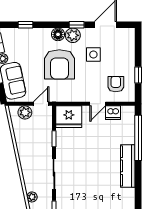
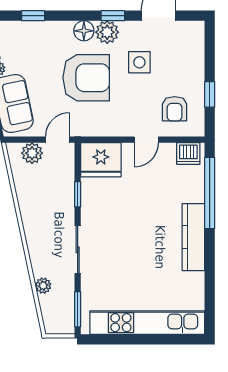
armchair: (59, 64) -> (86, 78), turned -90
armchair: (116, 84) -> (175, 109), turned 180
dishwasher: (113, 113) -> (188, 153), moved

